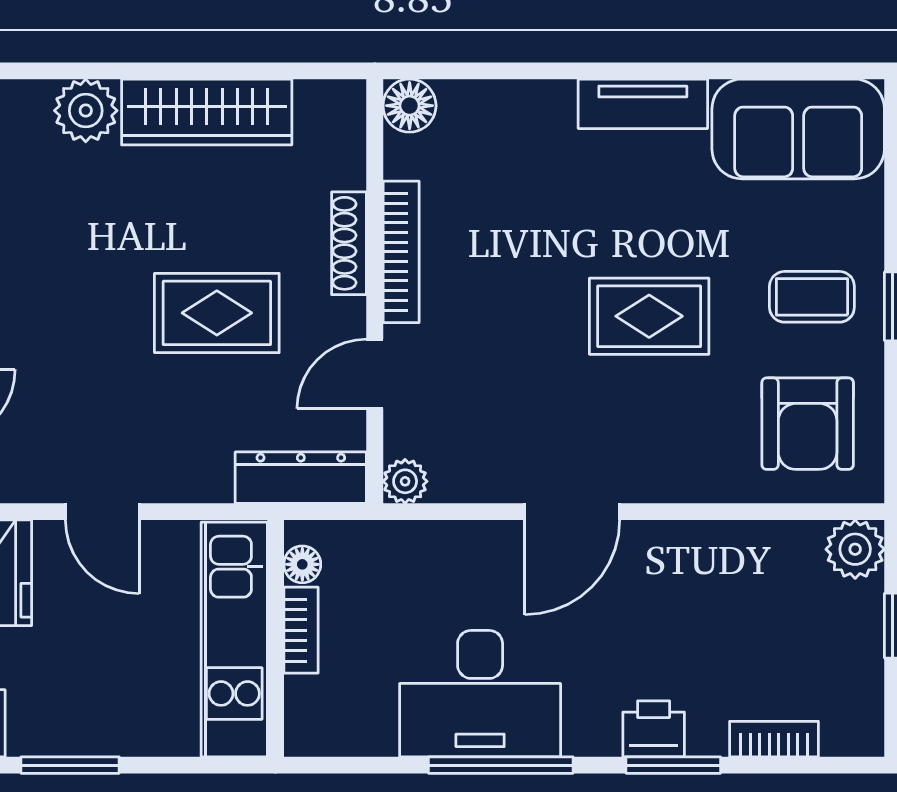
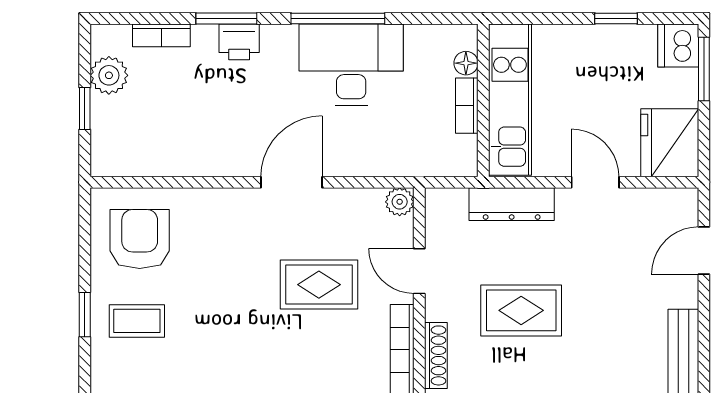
rug: (649, 316) -> (319, 285), moved
door: (375, 374) -> (419, 271), swing flipped
dresser: (301, 478) -> (512, 204), moved
plant: (855, 549) -> (109, 75), moved
floor lamp: (302, 564) -> (466, 63), moved
window: (70, 765) -> (616, 18), width x0.67

